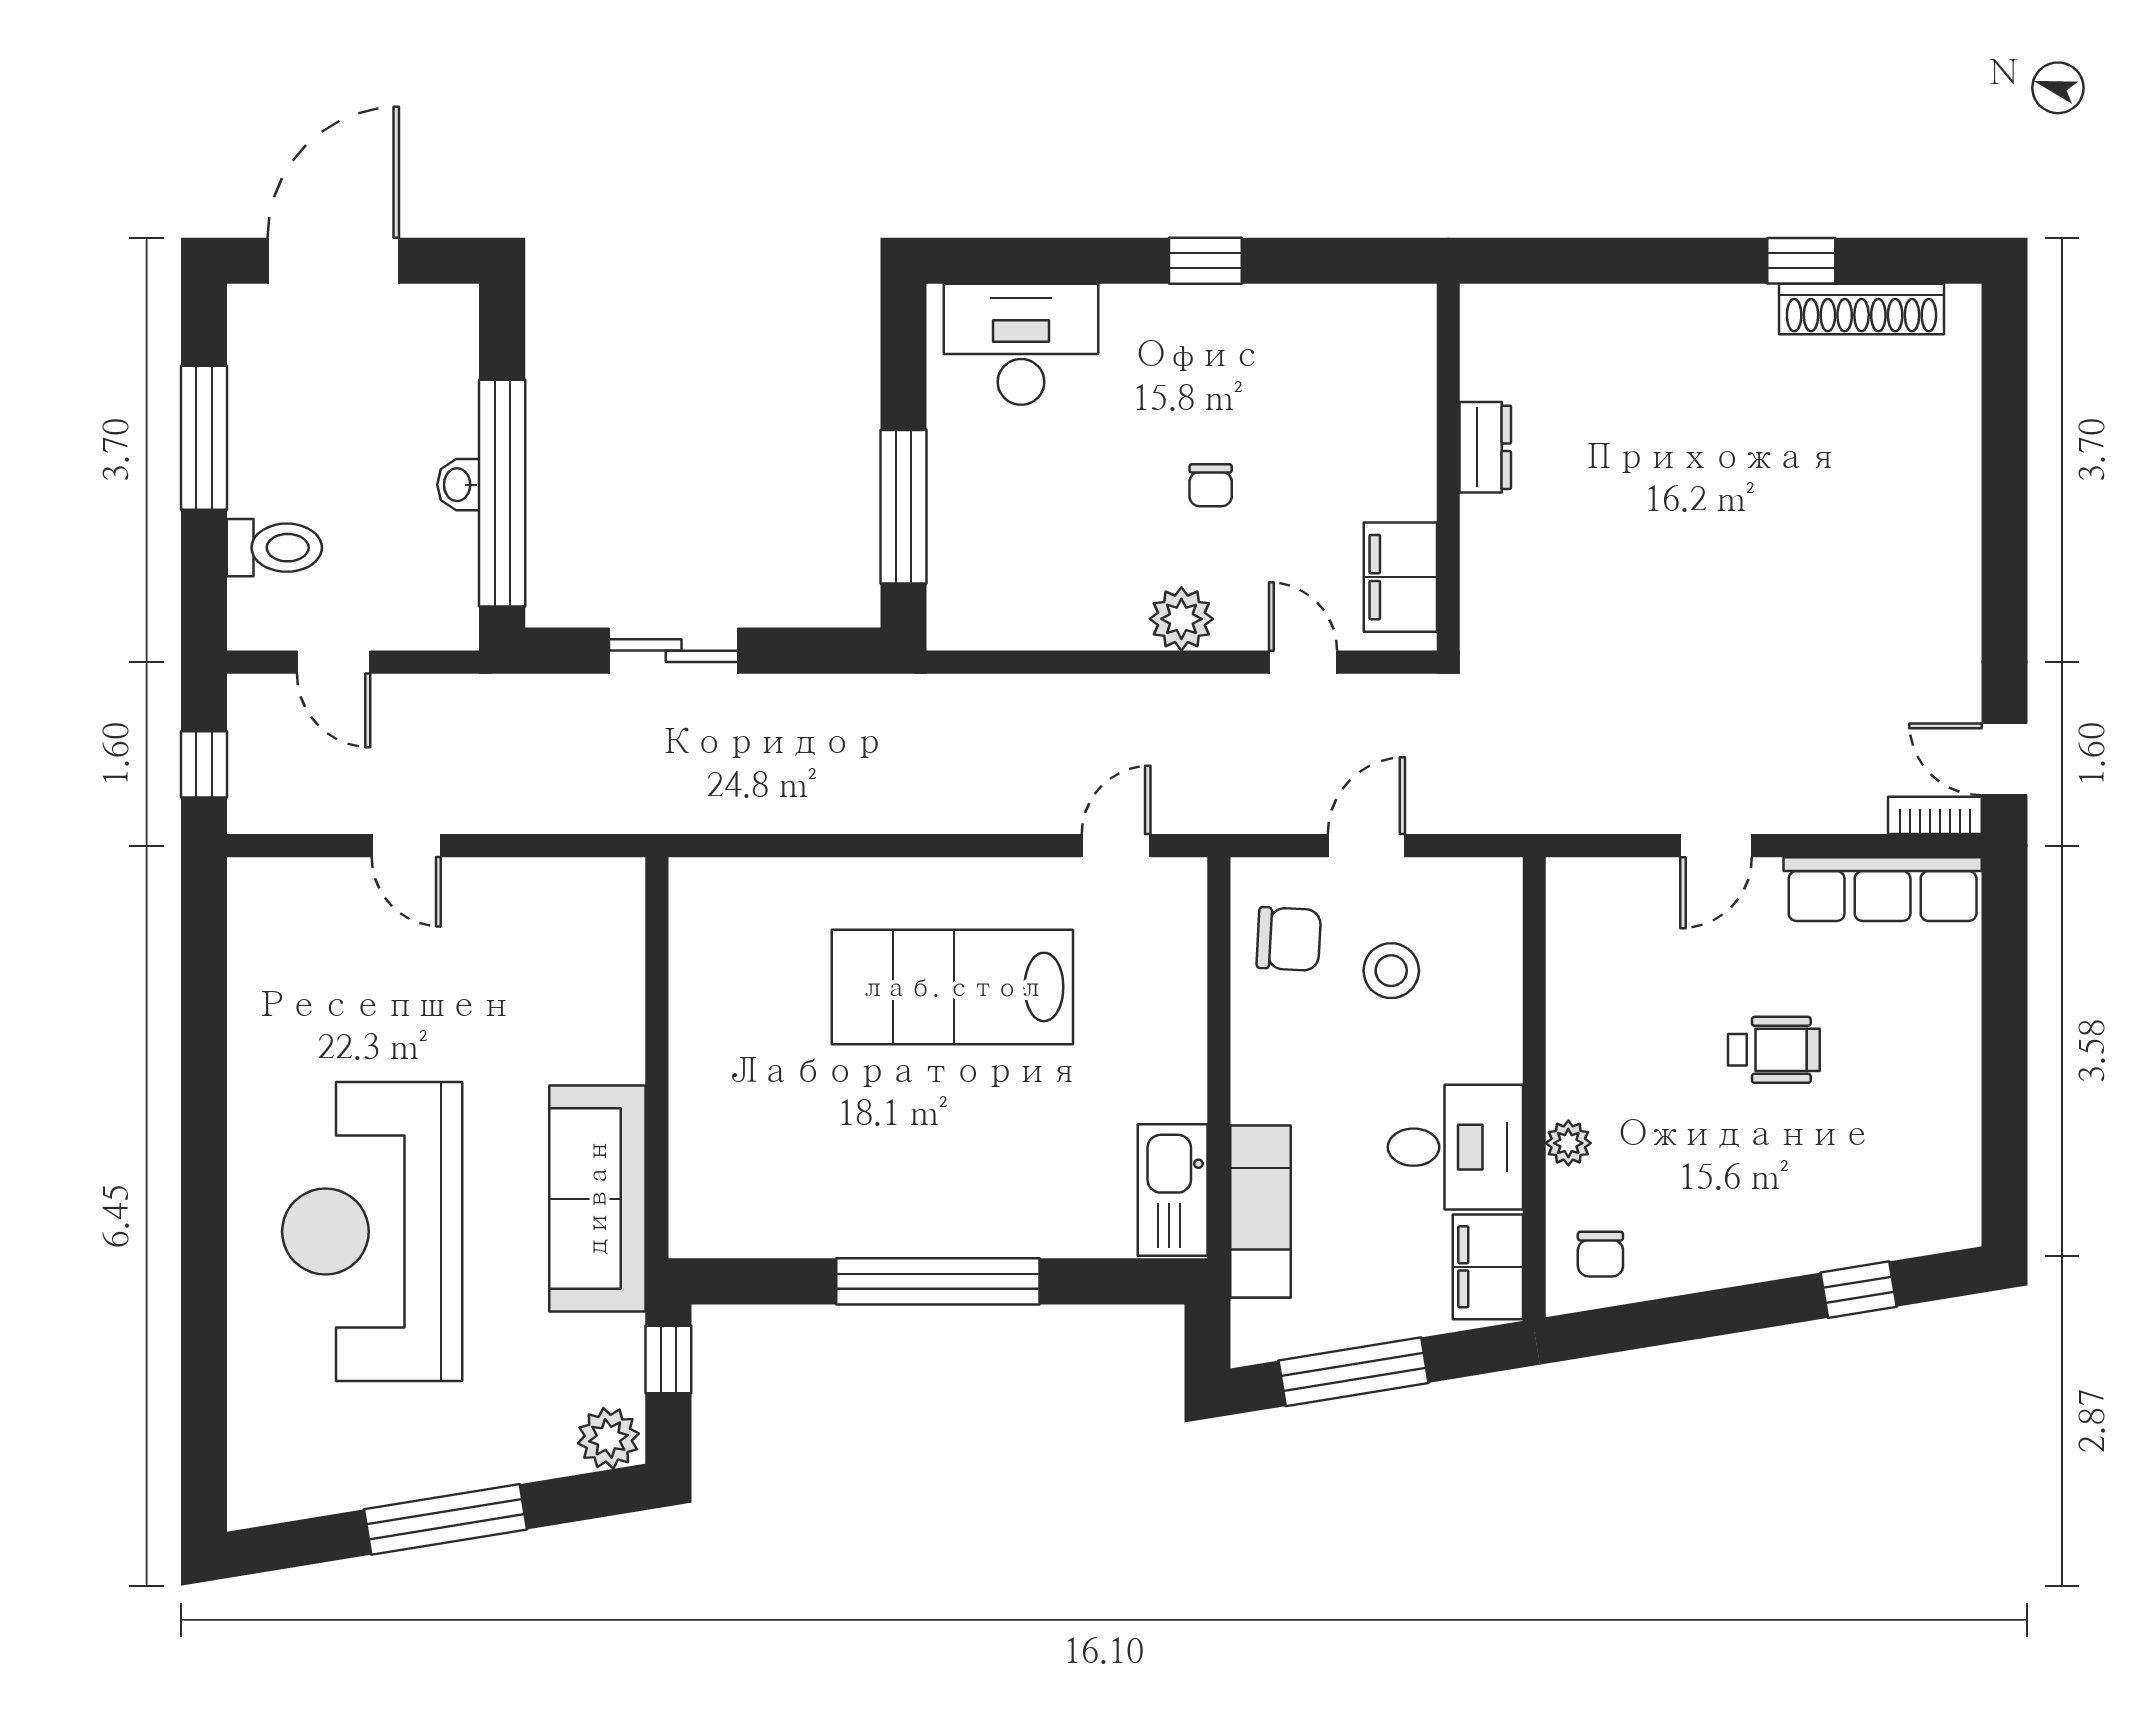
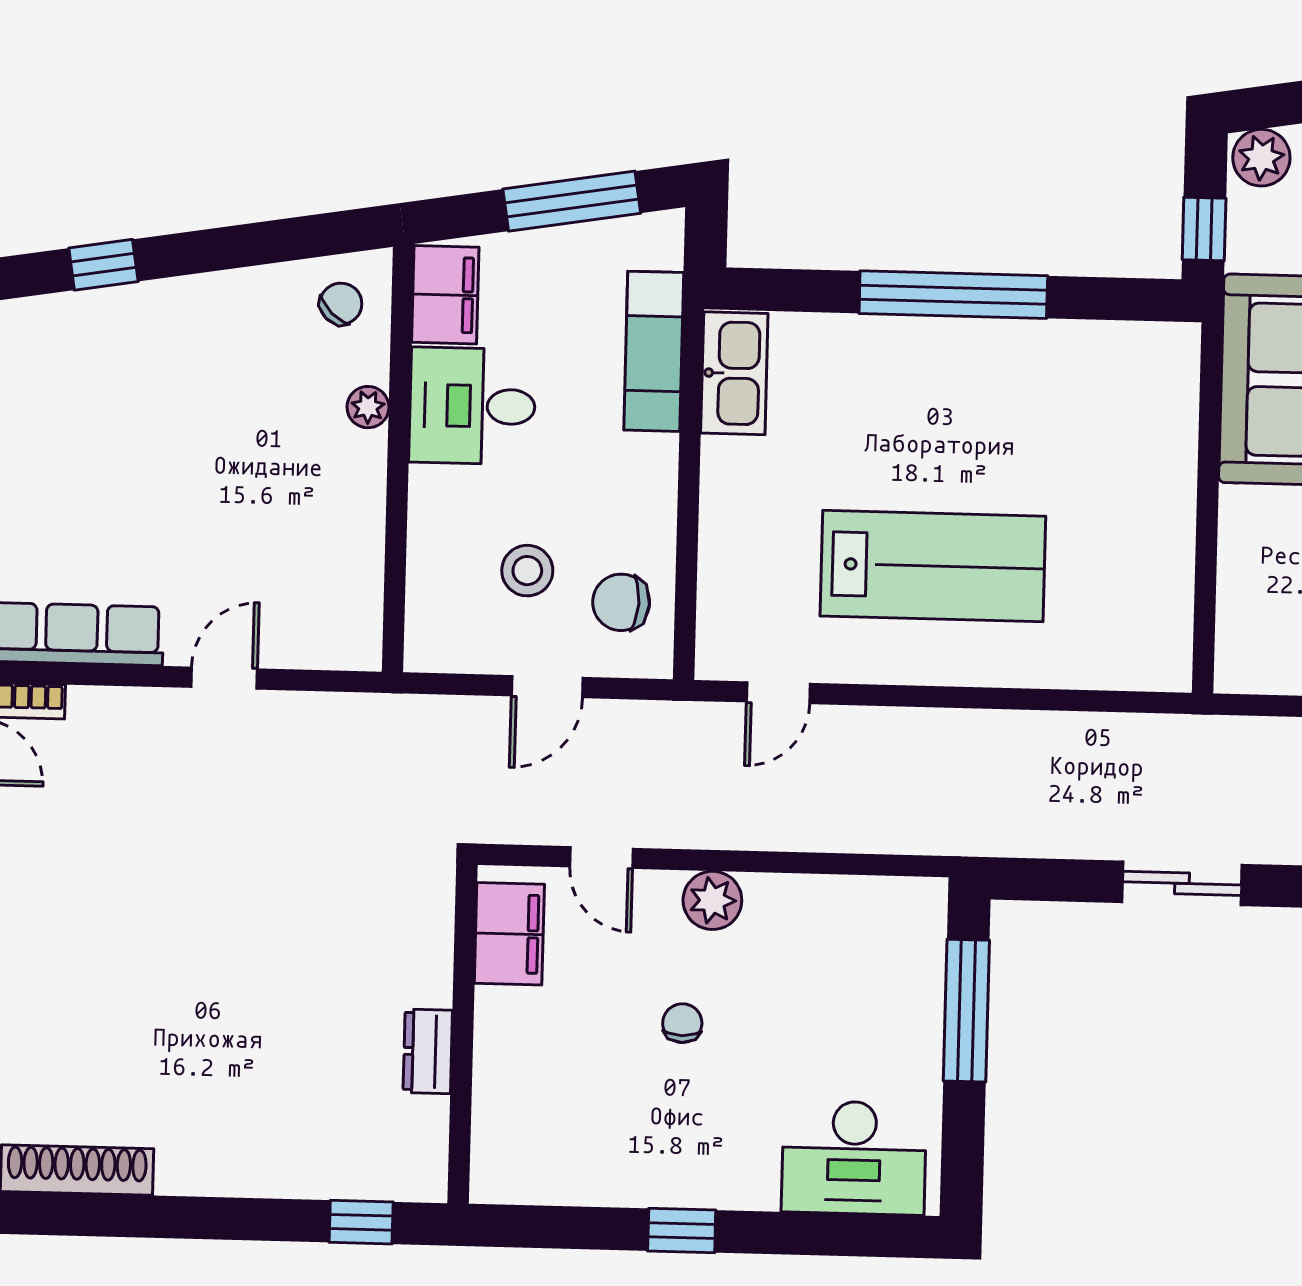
window: (1801, 261) -> (361, 1222), moved
wheelchair: (1774, 1050) -> (176, 488), removed
chair: (1600, 1254) -> (341, 304), turned 44

